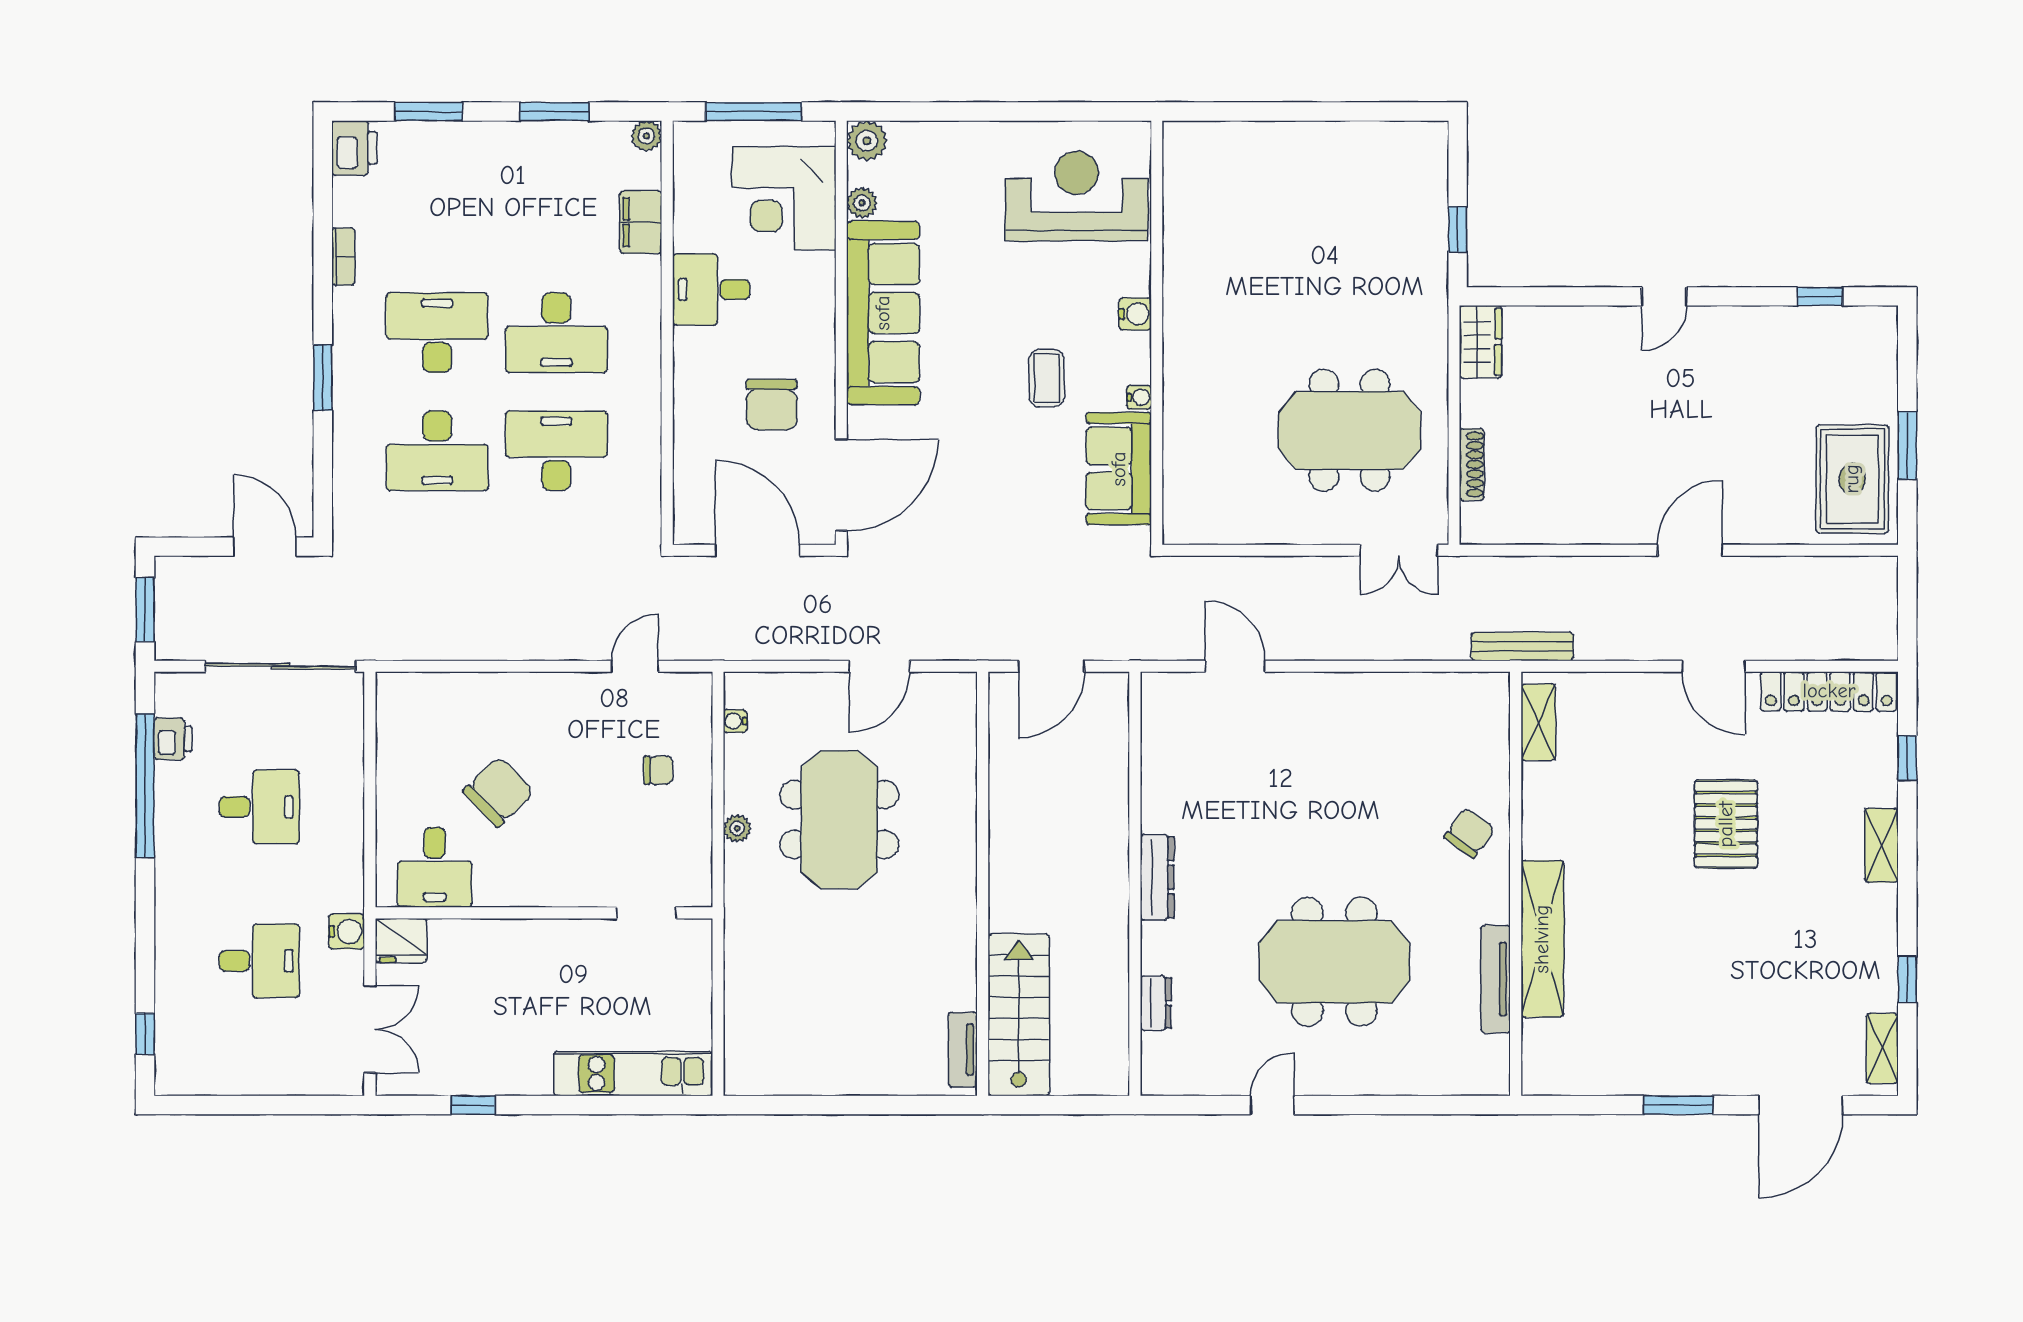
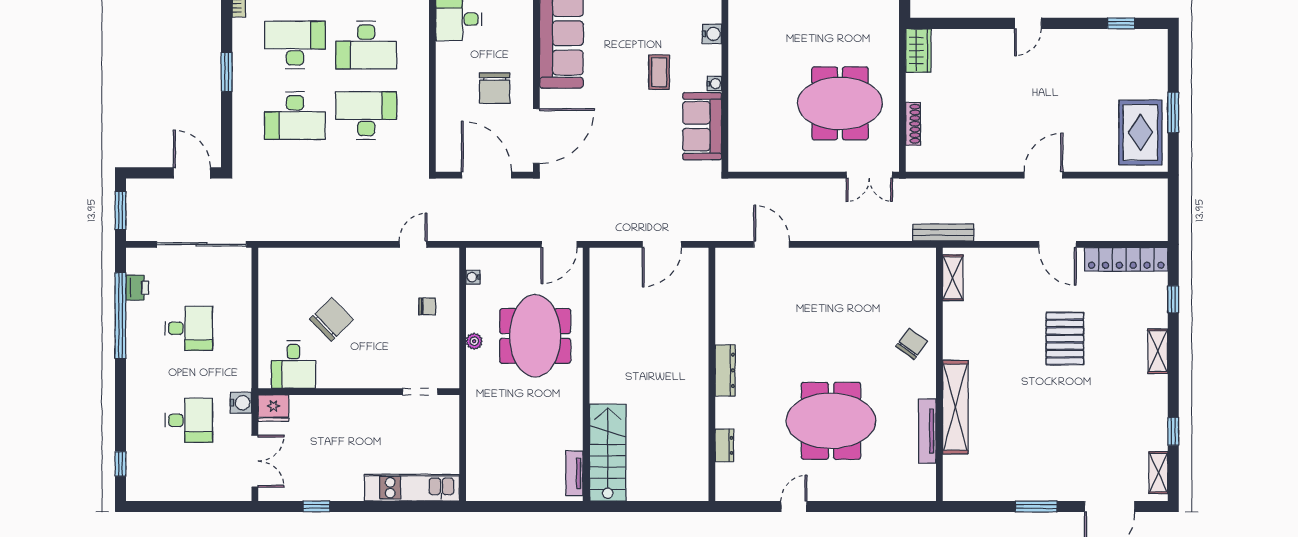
wall: (983, 884) -> (586, 374), moved
stairs: (1019, 1015) -> (608, 453), moved
tv unit: (963, 1050) -> (574, 473), moved

